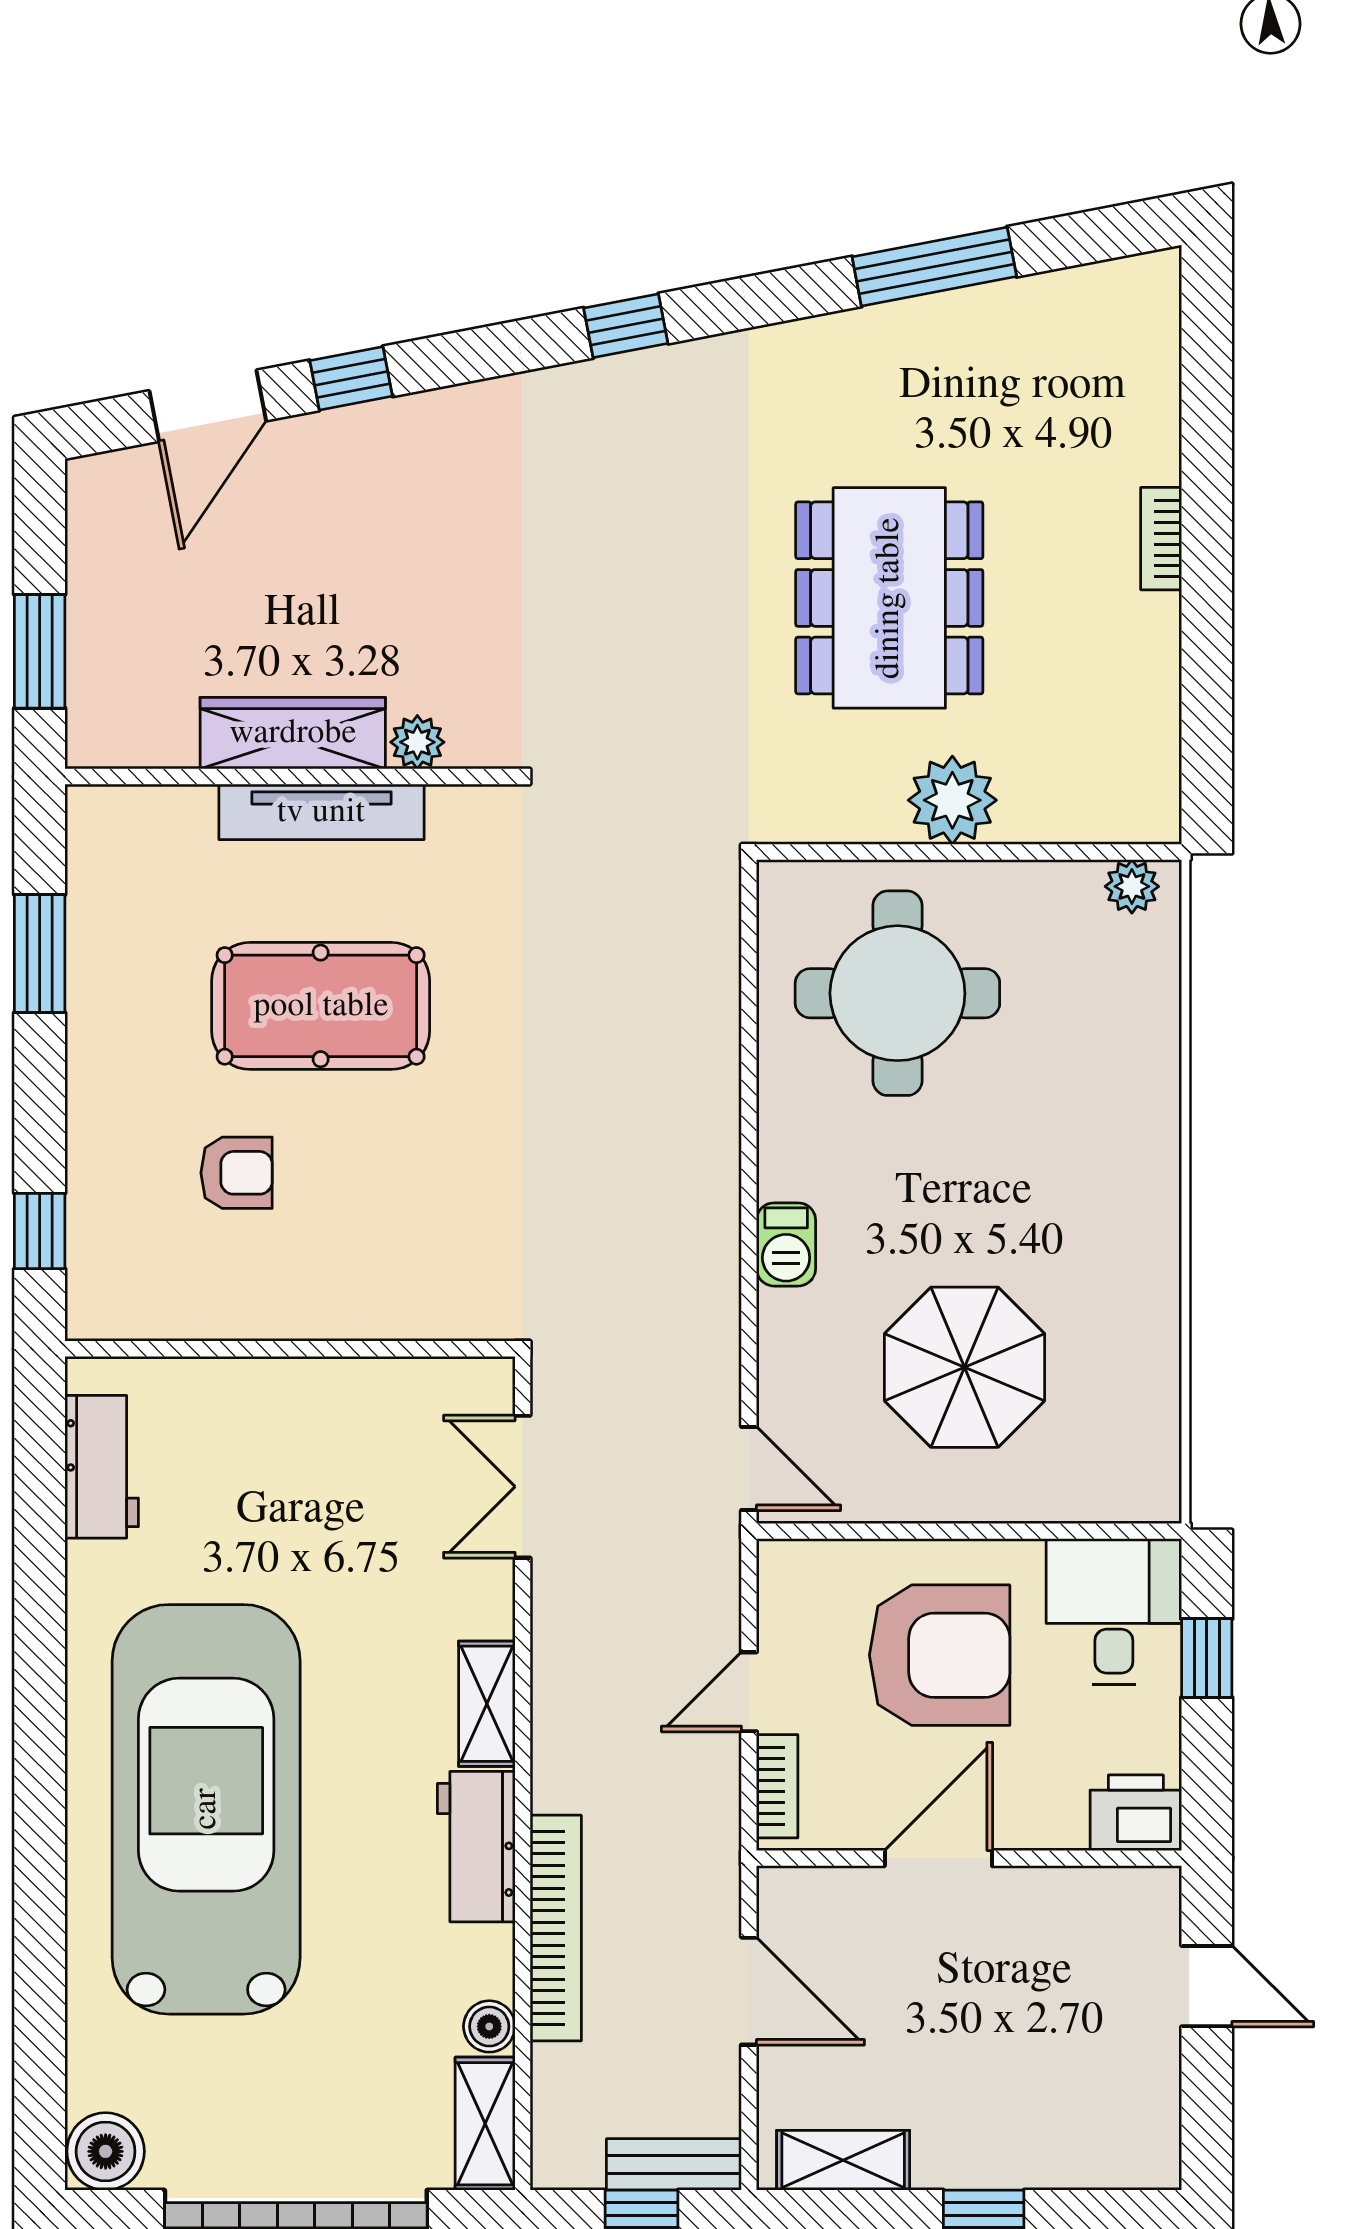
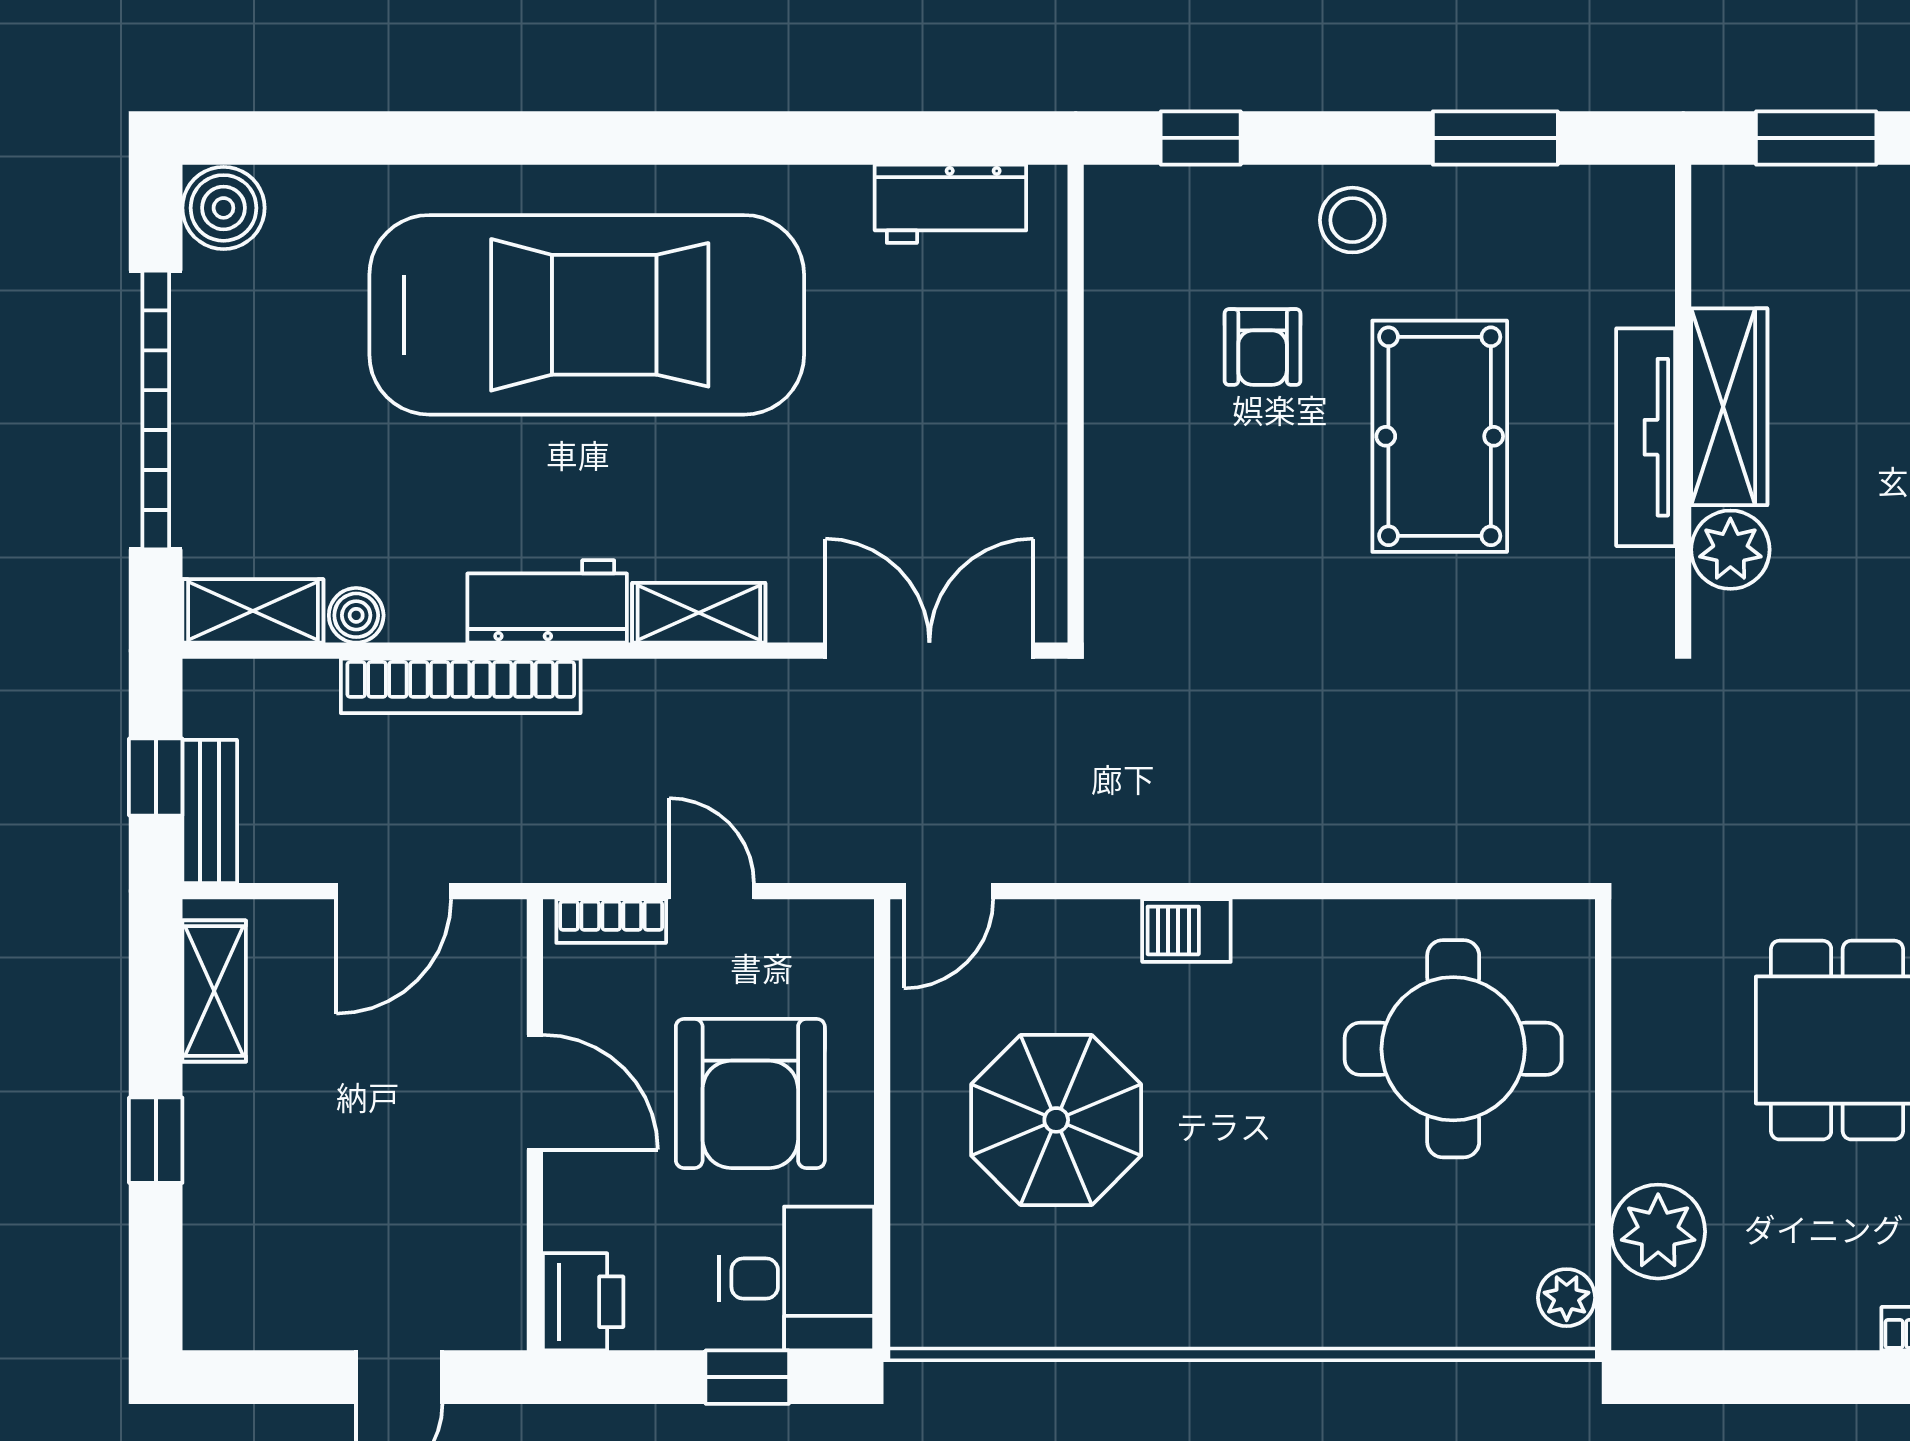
plant: (417, 742) -> (1730, 550), width x1.38, depth x1.38
plant: (952, 800) -> (1658, 1232), moved
stool: (117, 1088) -> (1352, 220), added
double door: (523, 1487) -> (929, 651), width x1.37

